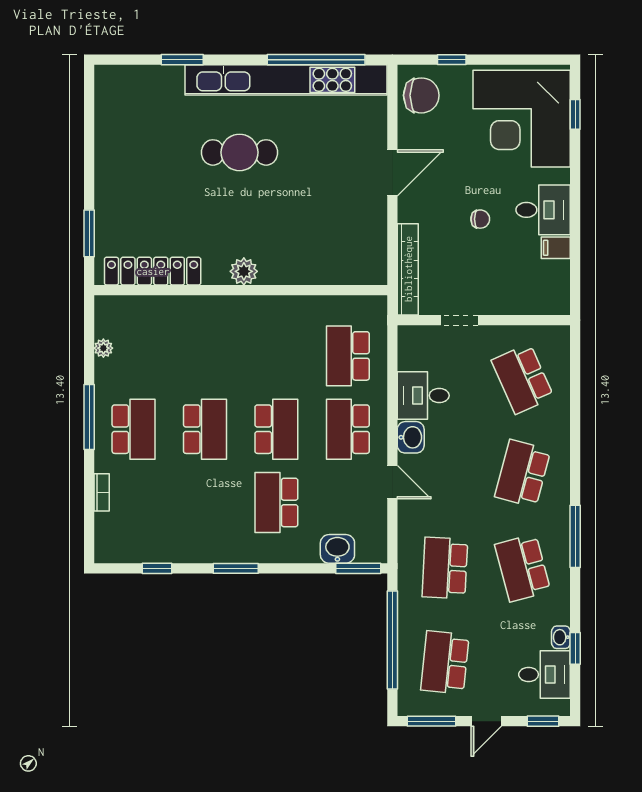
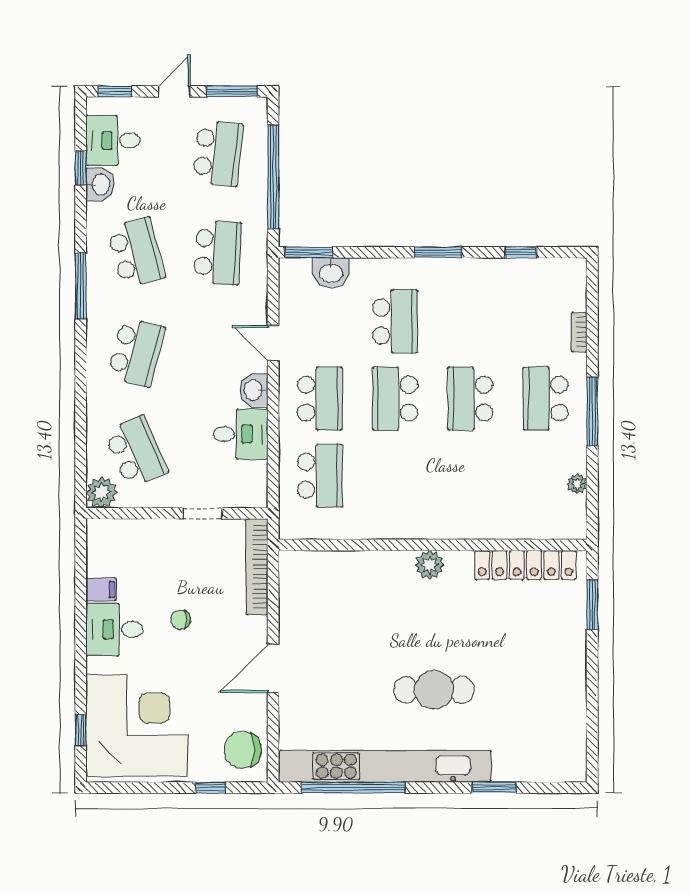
plant: (555, 340) -> (101, 493), added
washbasin: (561, 637) -> (100, 184), width x1.38, depth x1.45

